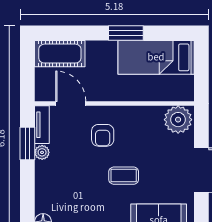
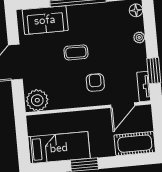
door: (71, 104) -> (123, 105), hinge flipped
plant: (42, 152) -> (139, 37), moved

